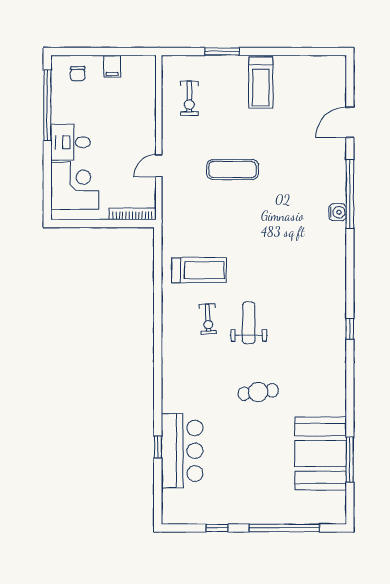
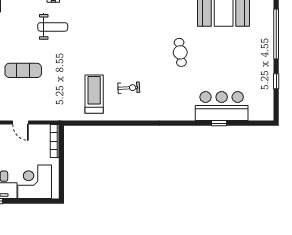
exercise mat: (233, 170) -> (23, 70), turned 90
weight bench: (249, 323) -> (53, 27), moved, turned 180

